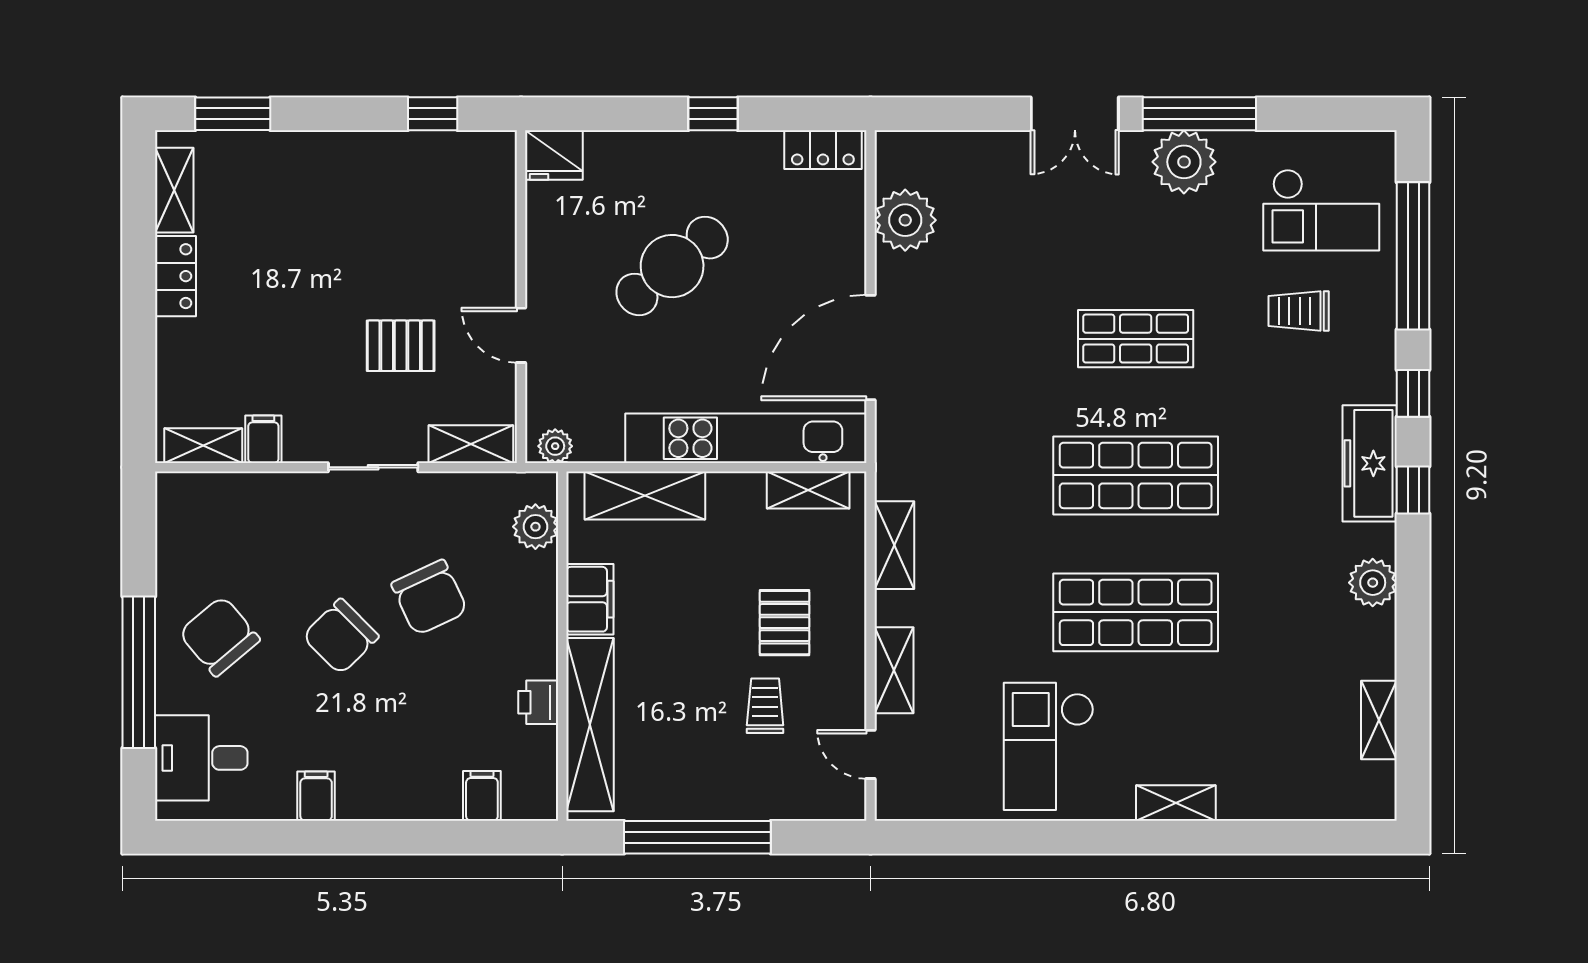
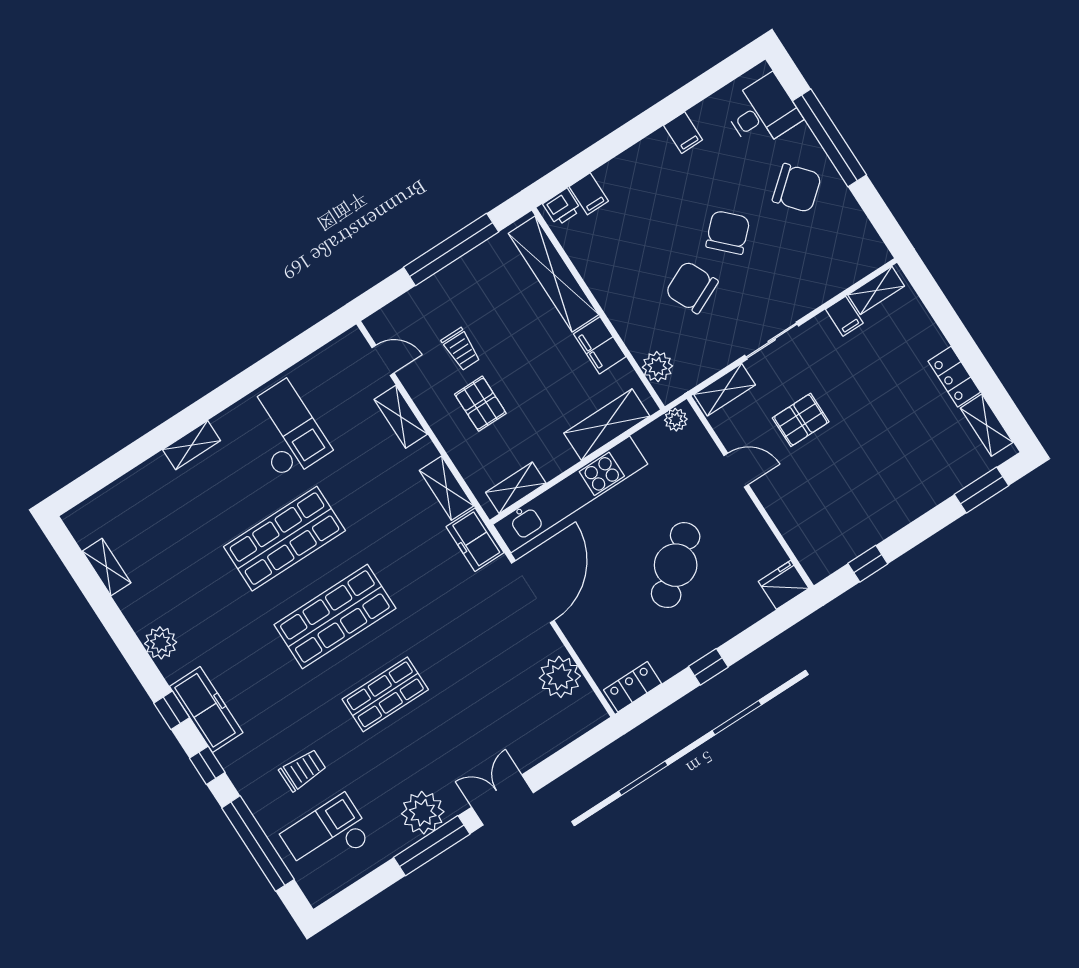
freezer: (900, 458) -> (475, 540), added
printer: (538, 702) -> (562, 207), moved, turned 90

